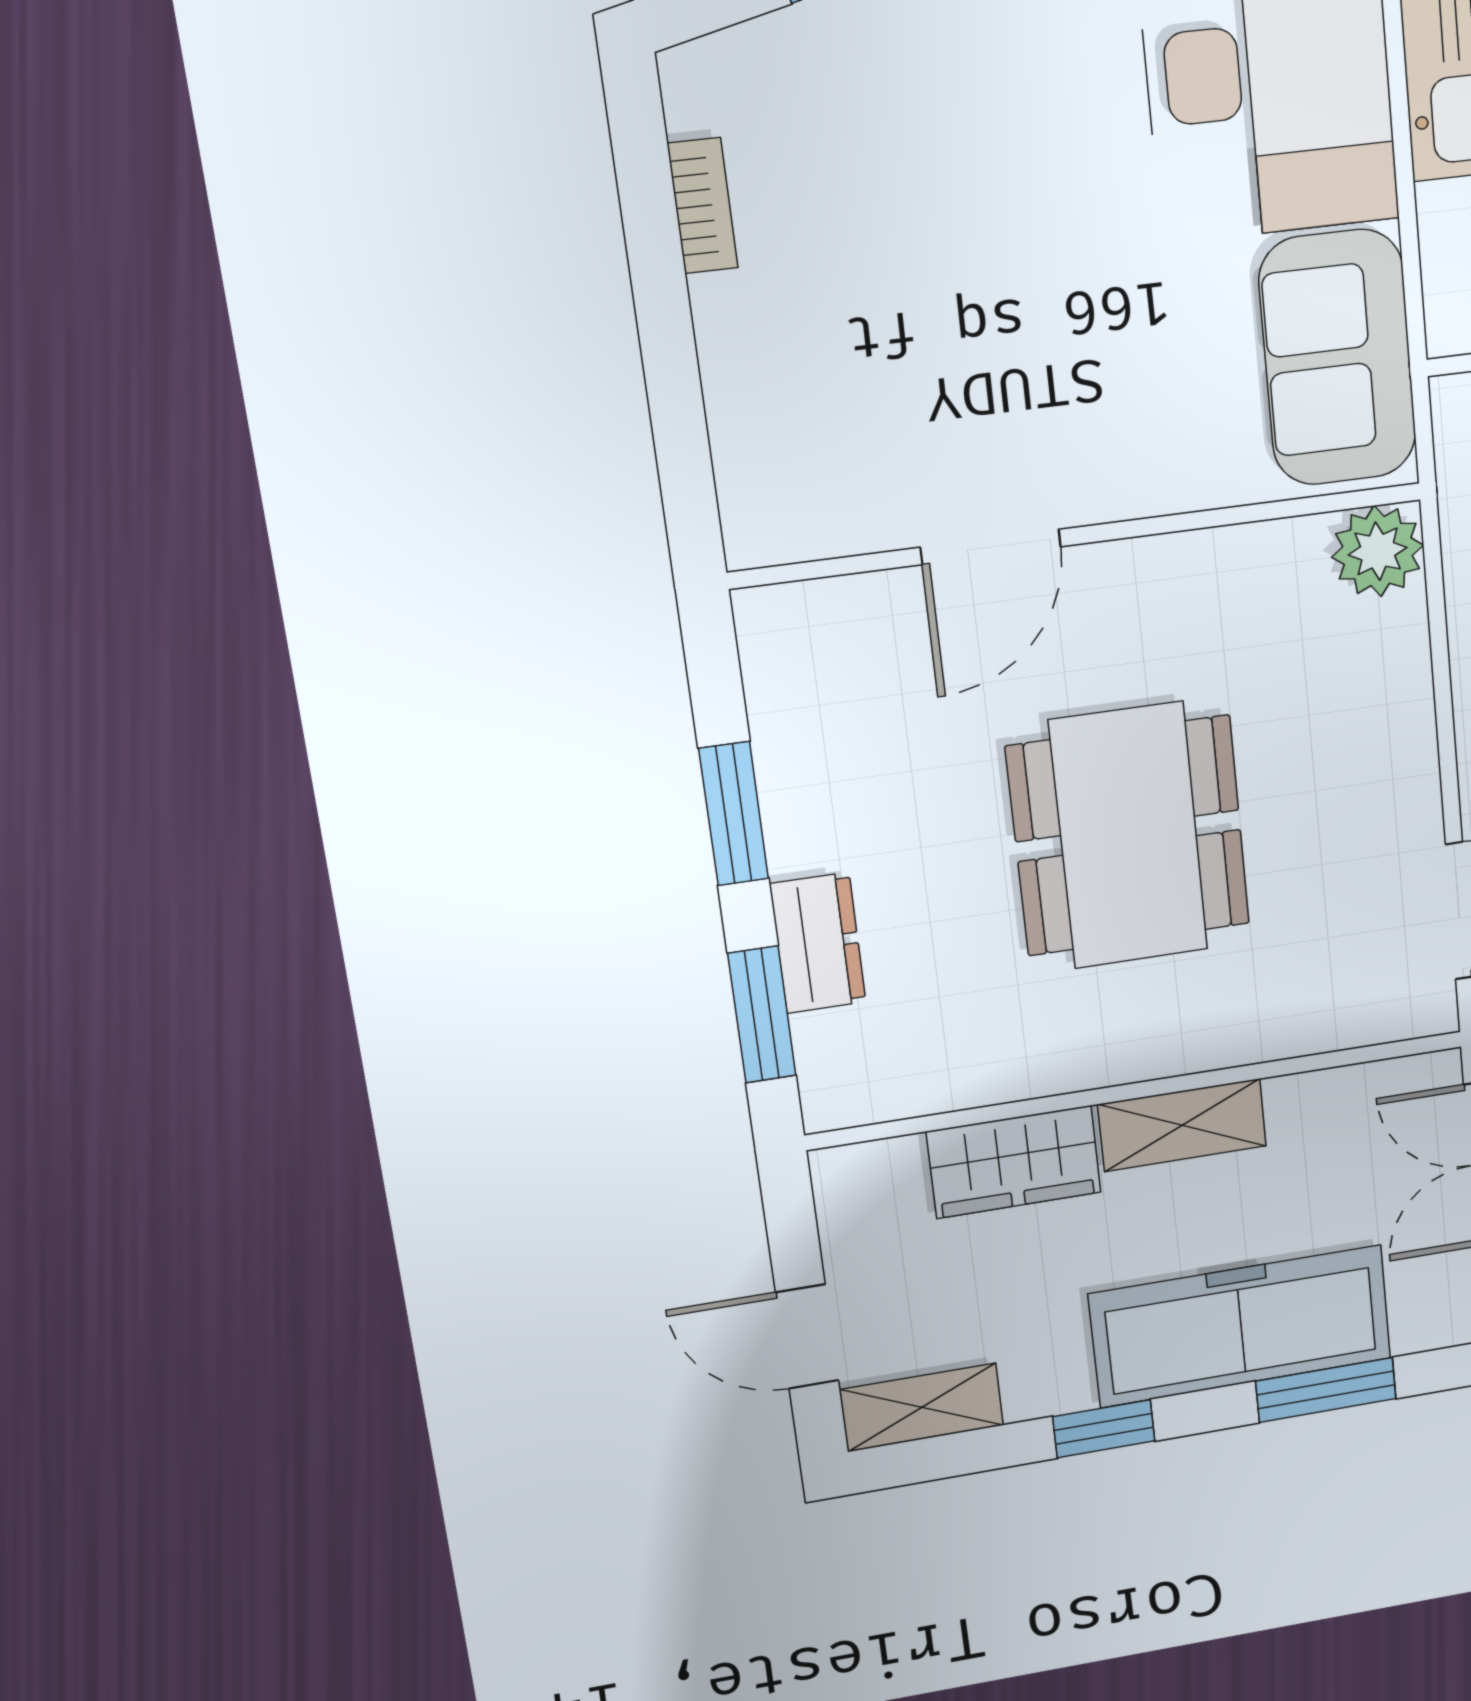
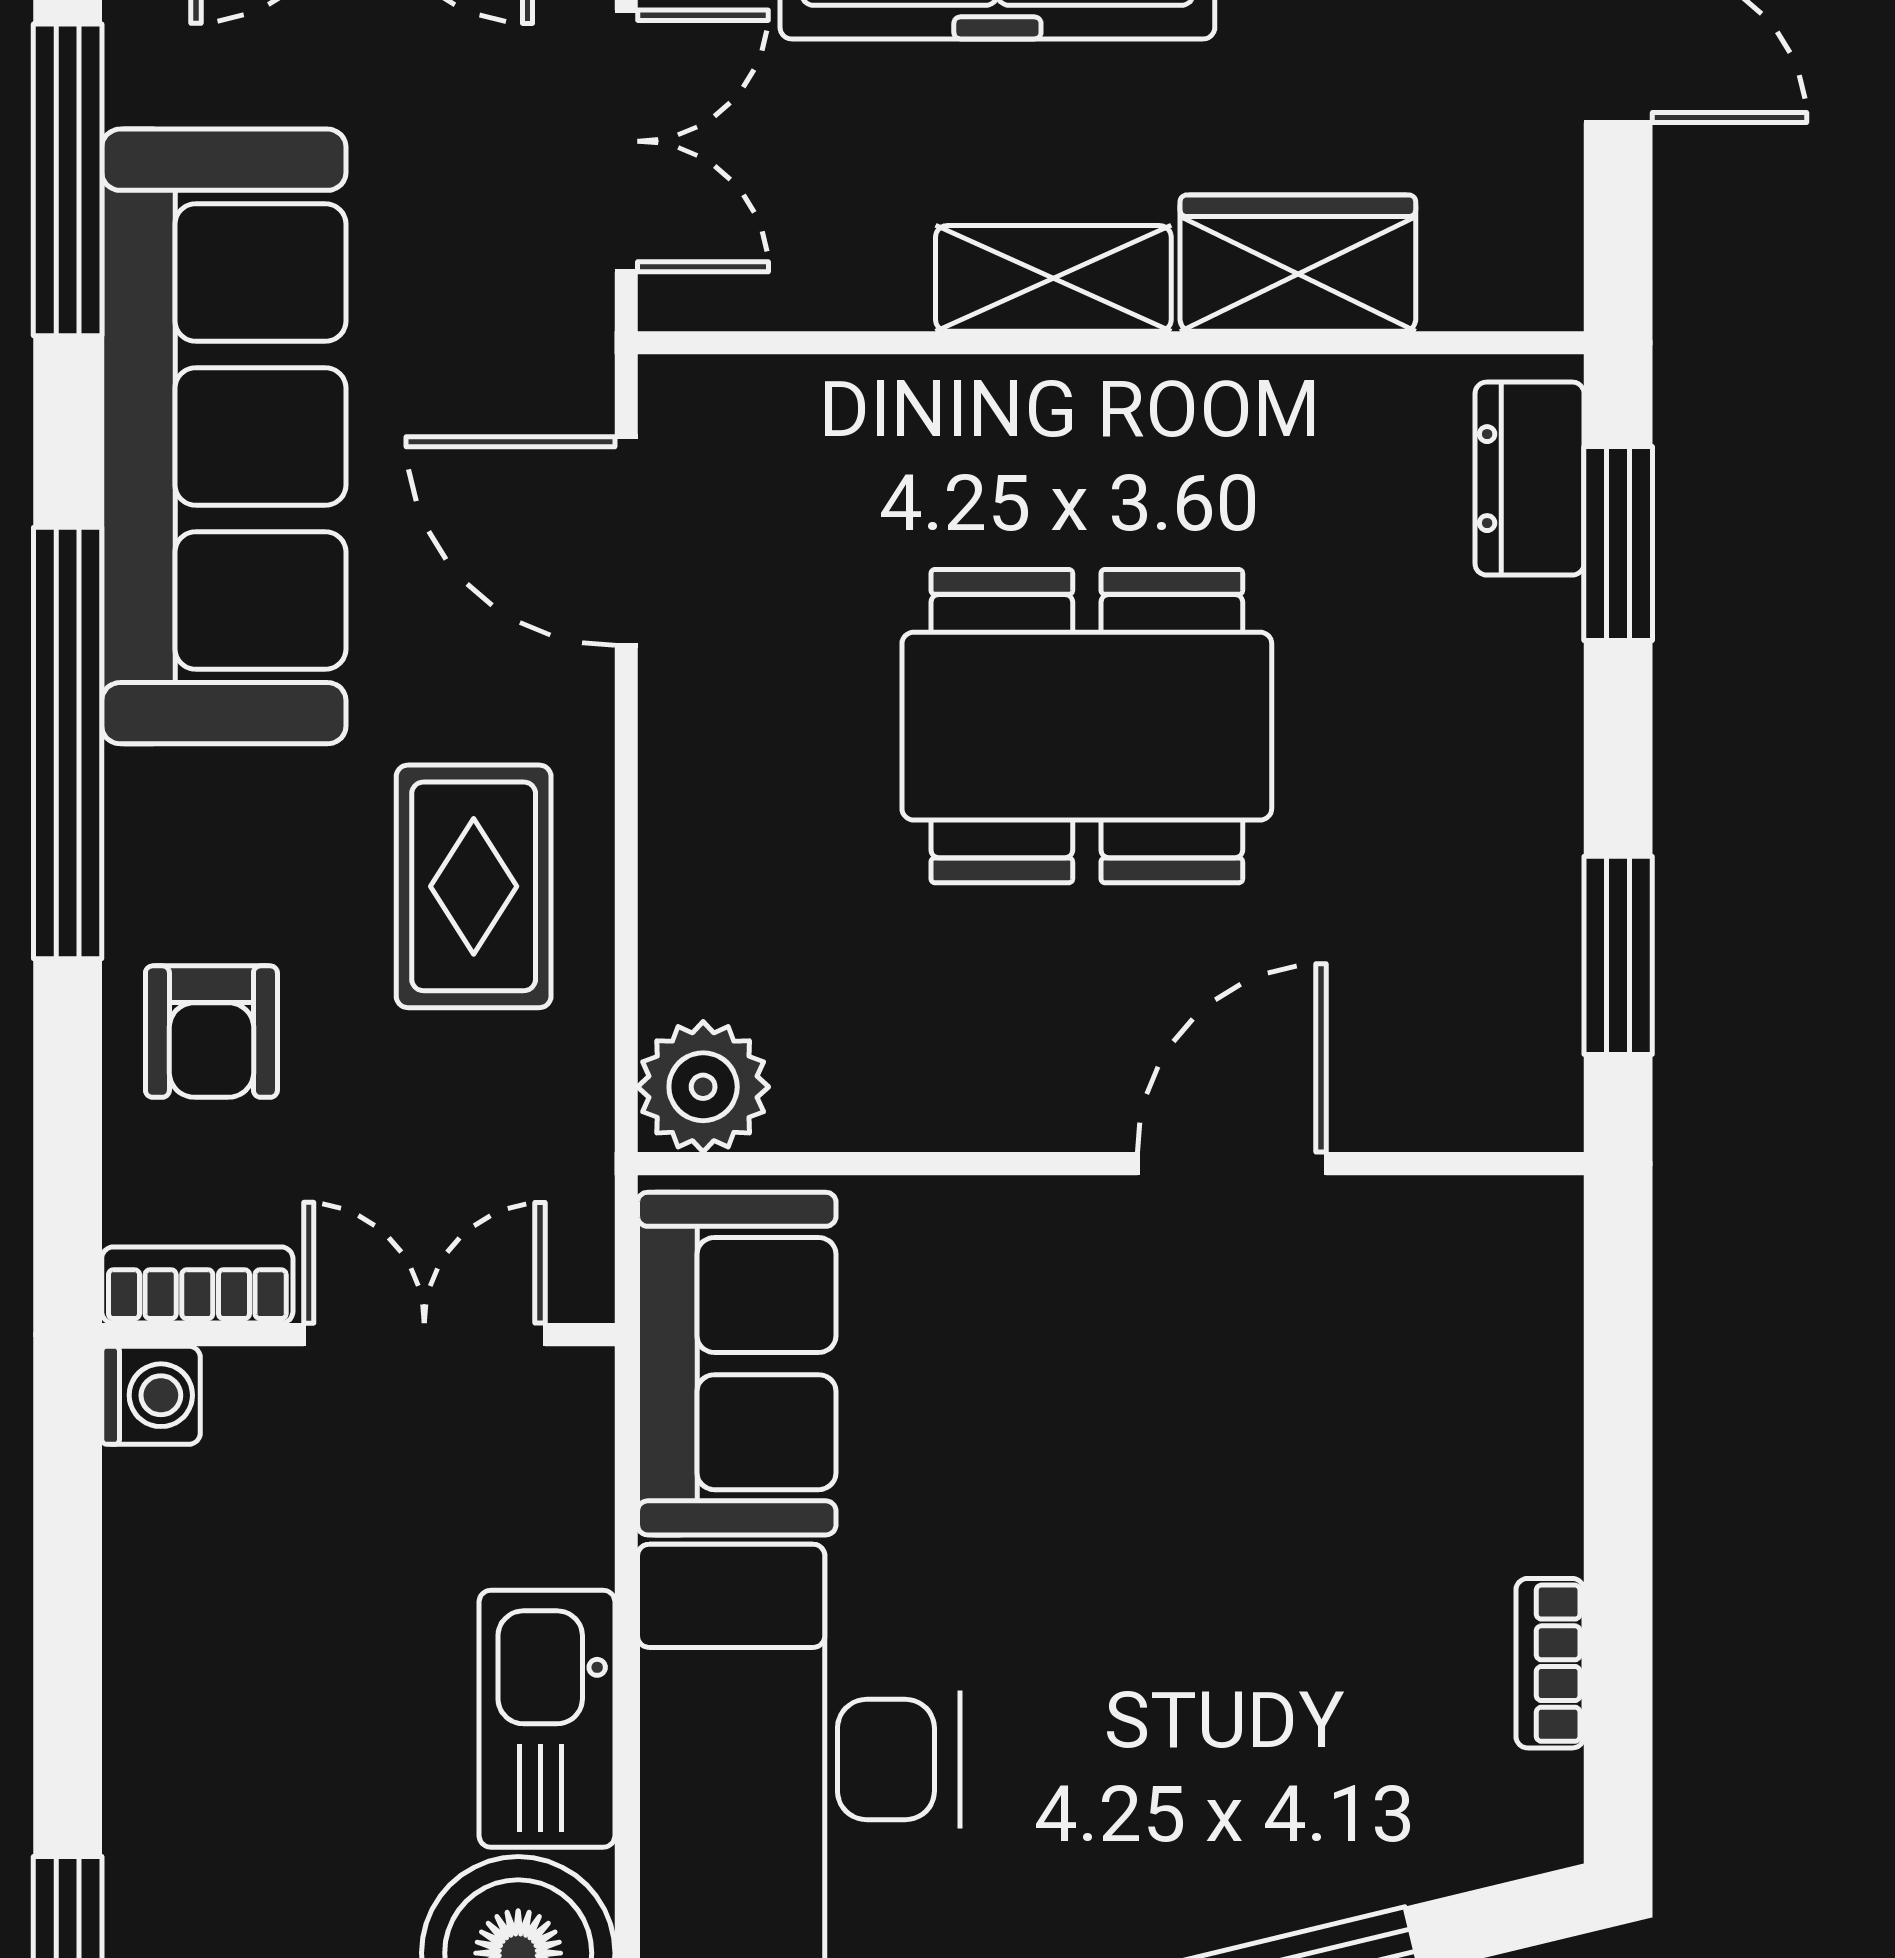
window: (734, 814) -> (1618, 955), moved
dining table: (1129, 836) -> (1087, 726), turned 90
dresser: (818, 943) -> (1530, 479), moved

